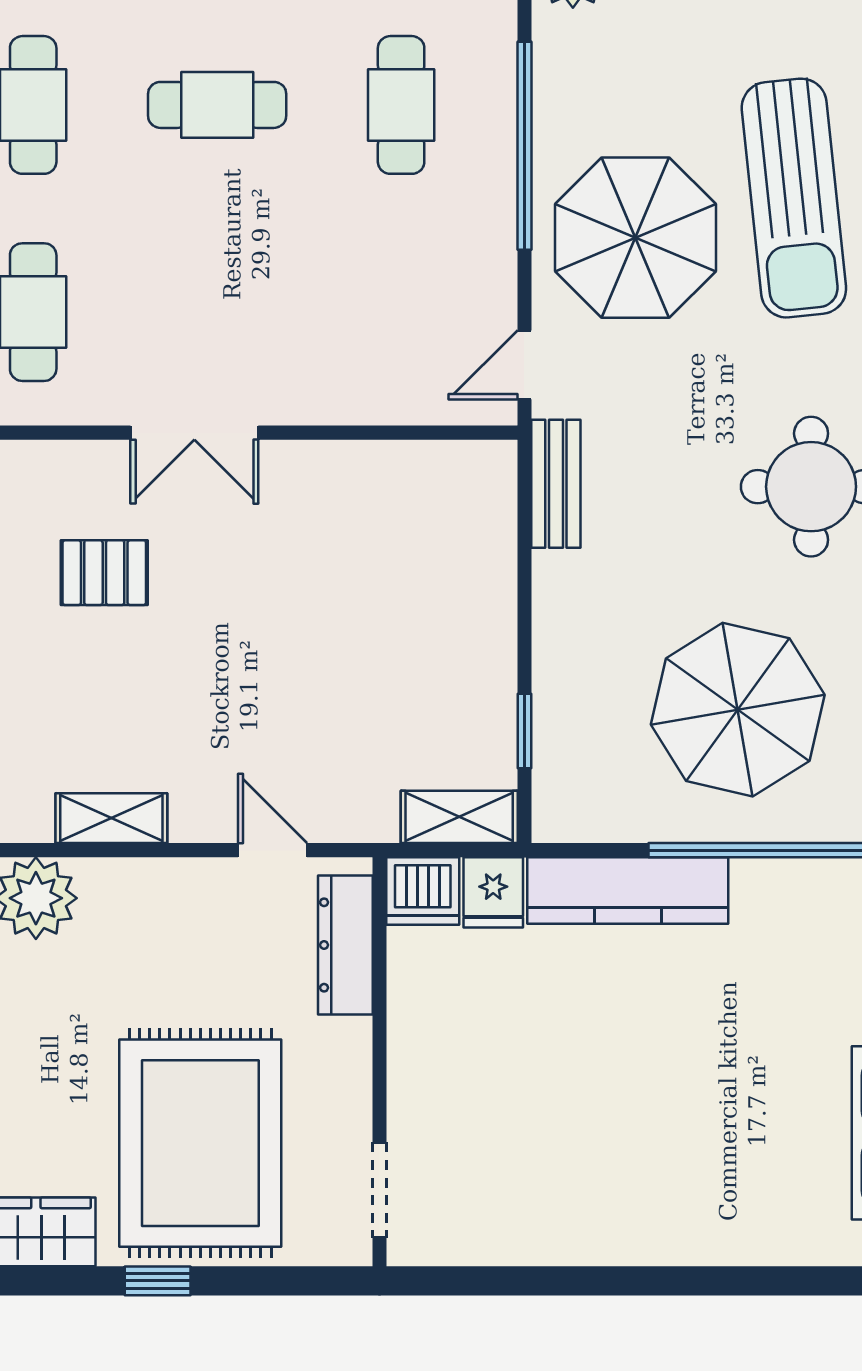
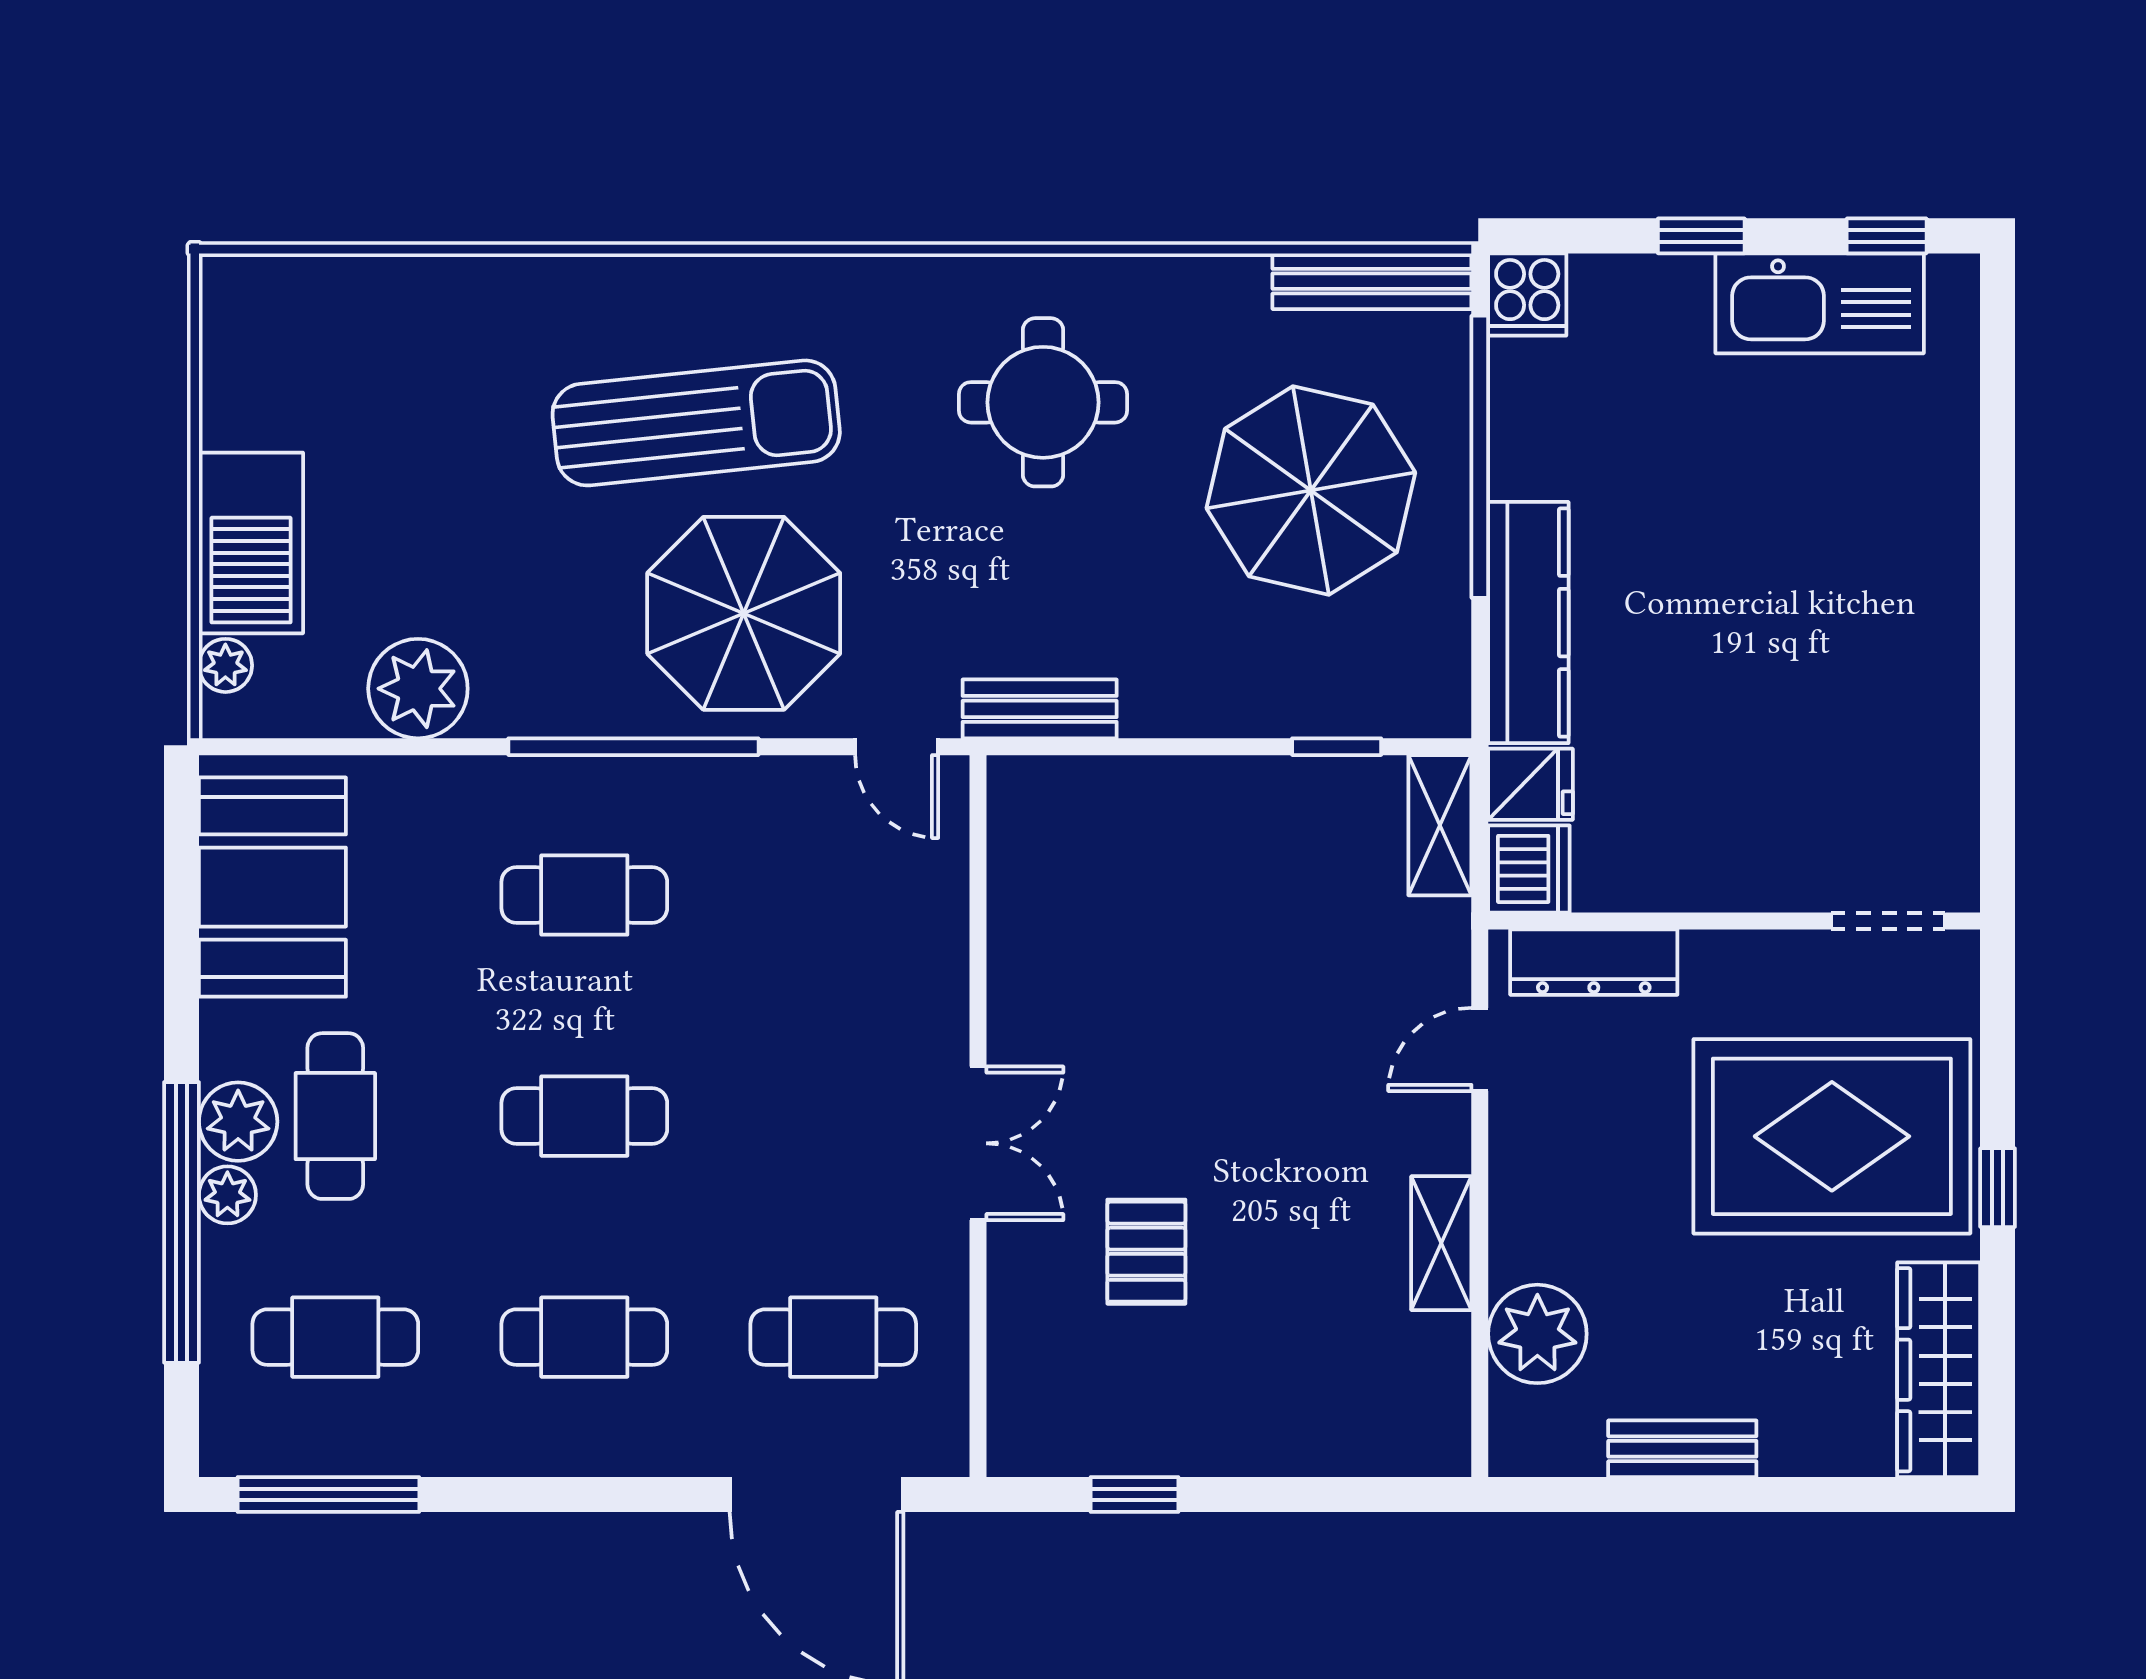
cafe table: (217, 105) -> (584, 1116), turned 90

